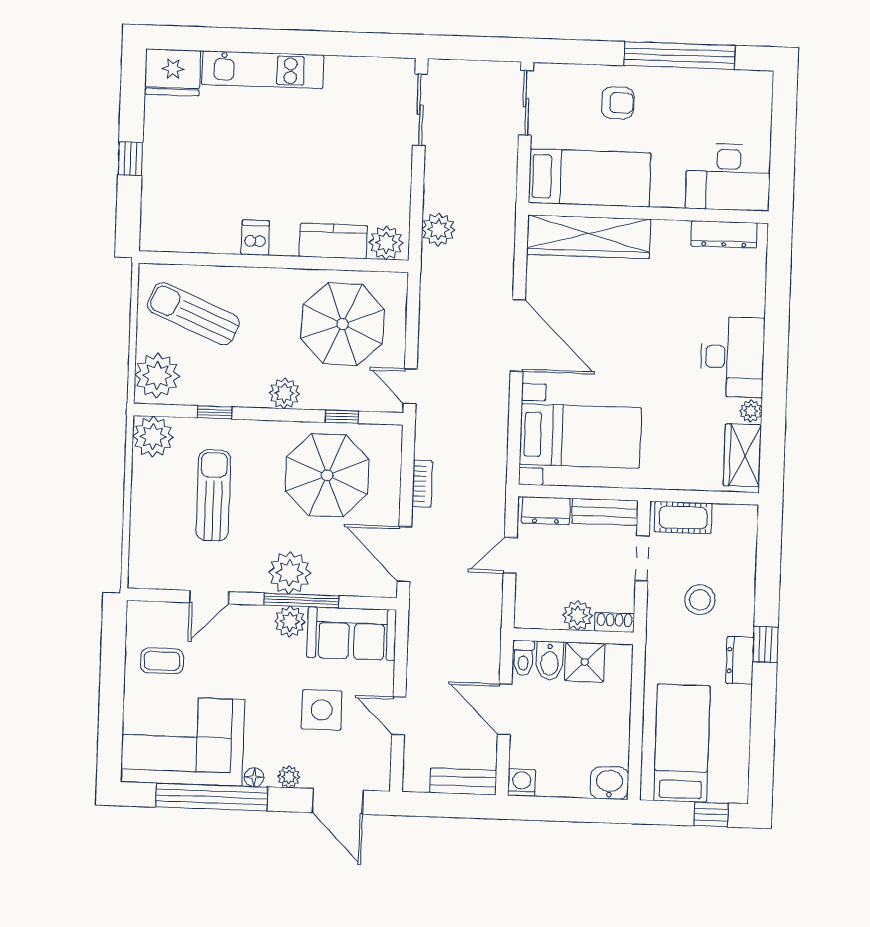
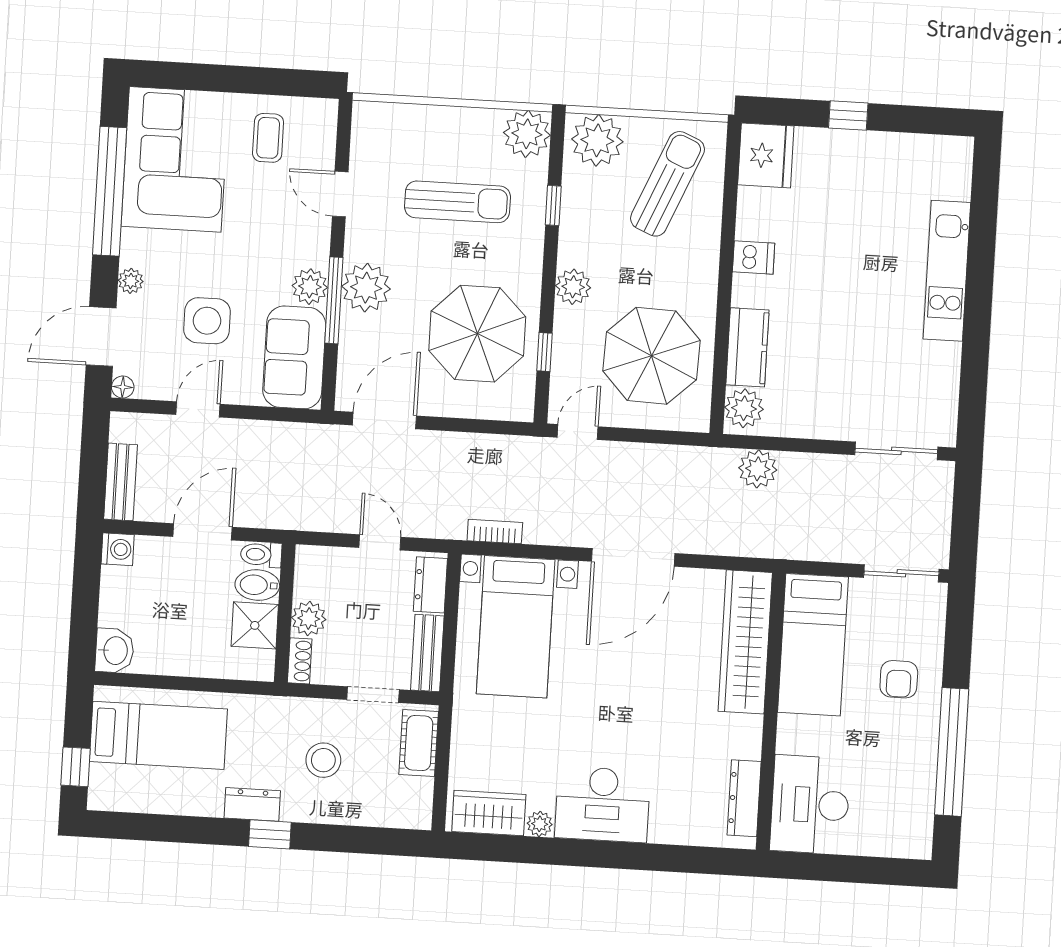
fridge: (173, 72) -> (766, 155), moved, turned 180
bookcase: (422, 484) -> (495, 532), moved, turned 180
floor lamp: (254, 777) -> (123, 387), moved

